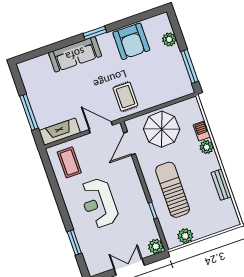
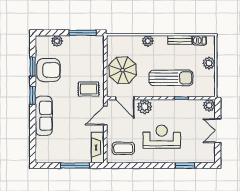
window: (129, 21) -> (33, 67), added
barbecue: (202, 131) -> (199, 40), moved
plant: (127, 170) -> (145, 107), added
sun lounger: (173, 190) -> (171, 78), turned 180
reception desk: (99, 203) -> (162, 137), turned 180
plant: (185, 236) -> (209, 63), moved

